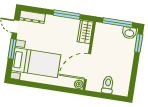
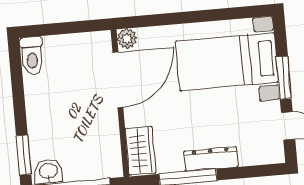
dresser: (32, 17) -> (211, 159), moved
toilet: (108, 85) -> (32, 55), moved

